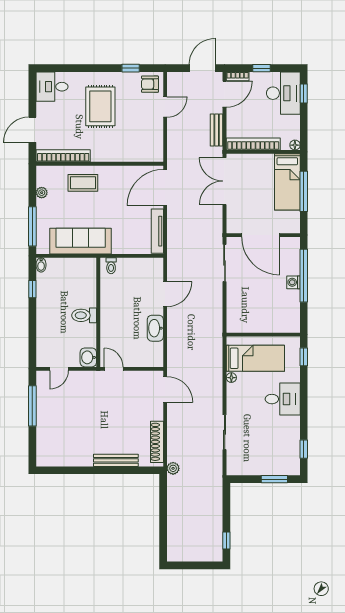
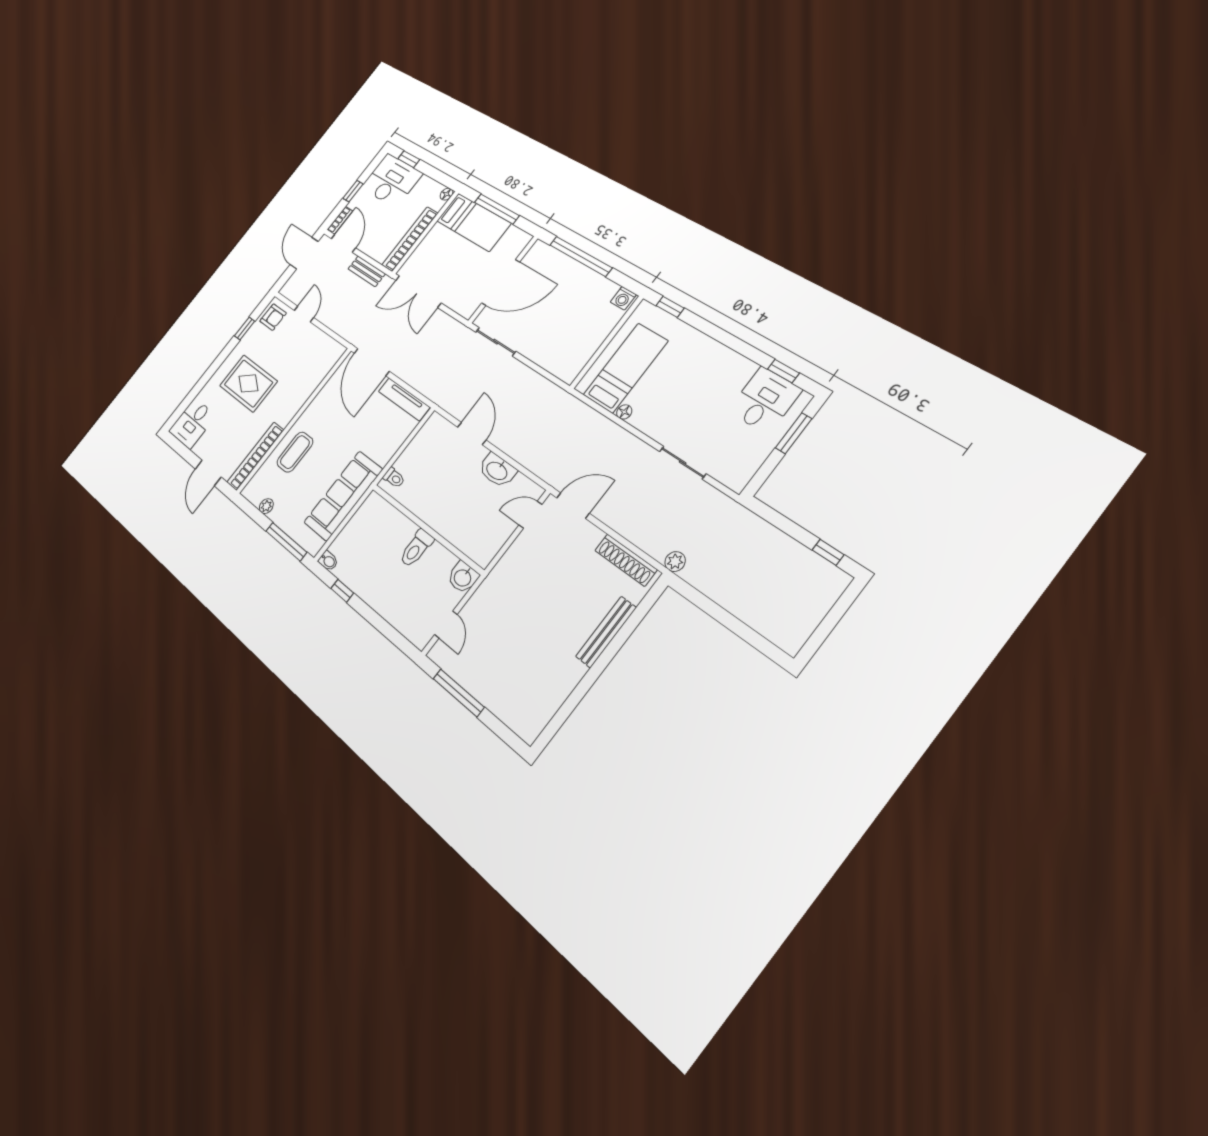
armchair: (150, 84) -> (273, 317), turned -90
washing machine: (293, 282) -> (623, 298), moved
door: (114, 369) -> (530, 515), moved
desk: (283, 399) -> (765, 400), moved

